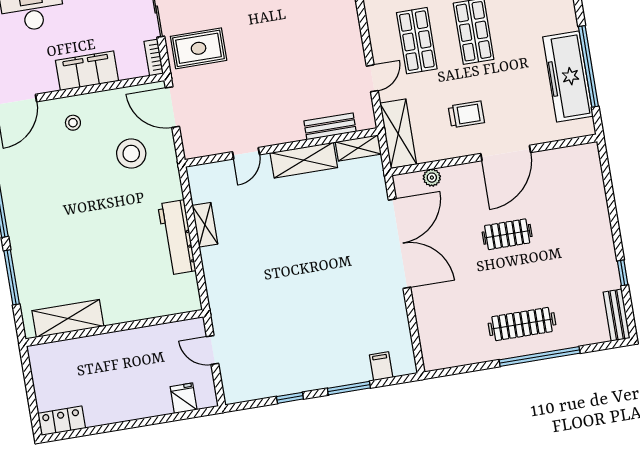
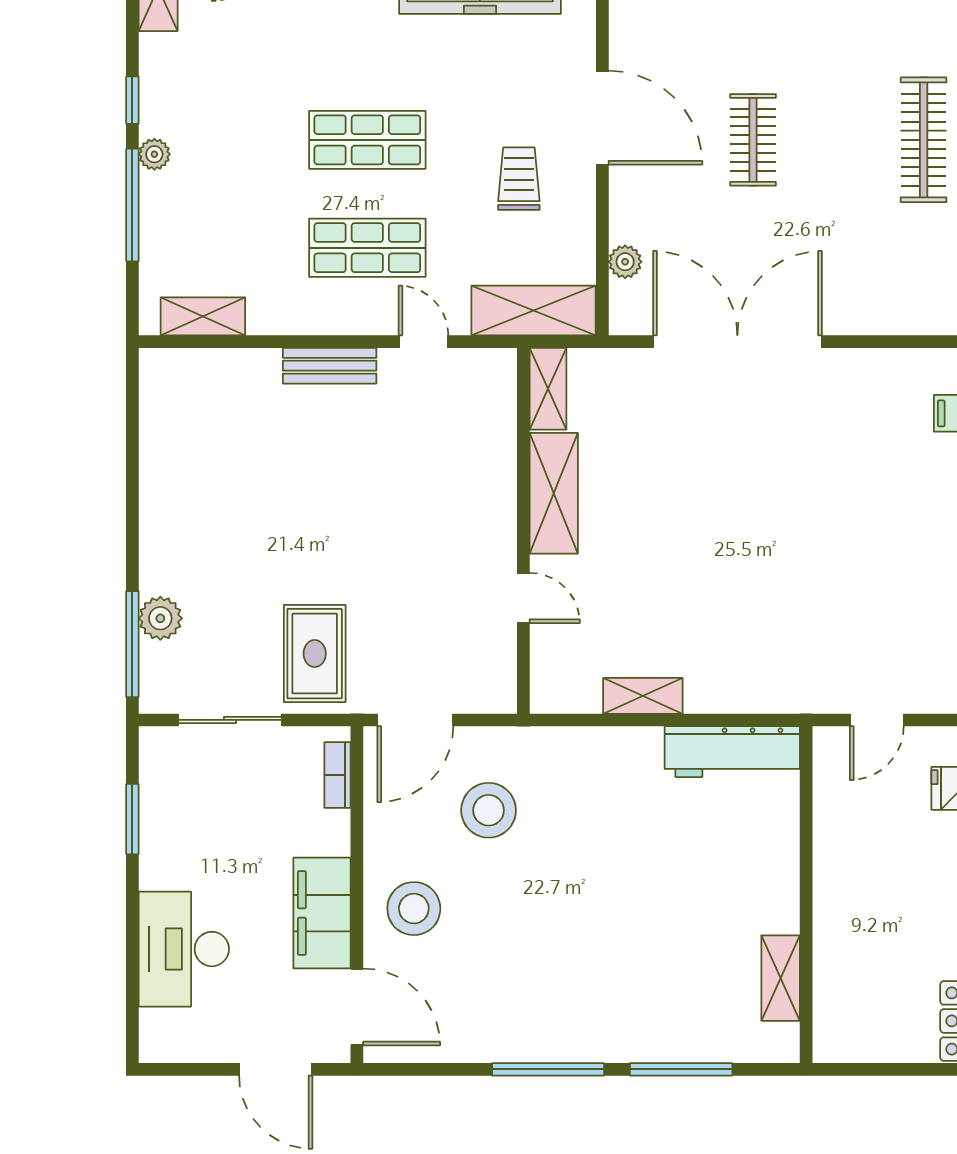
bookcase: (154, 57) -> (338, 775), moved, turned 90
filing cabinet: (87, 71) -> (322, 913), moved
stool: (73, 123) -> (414, 909), width x1.89, depth x1.89
bench: (330, 126) -> (330, 366), moved, turned 90
workbench: (177, 237) -> (732, 752), moved
shelving: (68, 318) -> (781, 978), width x0.67, depth x0.75

